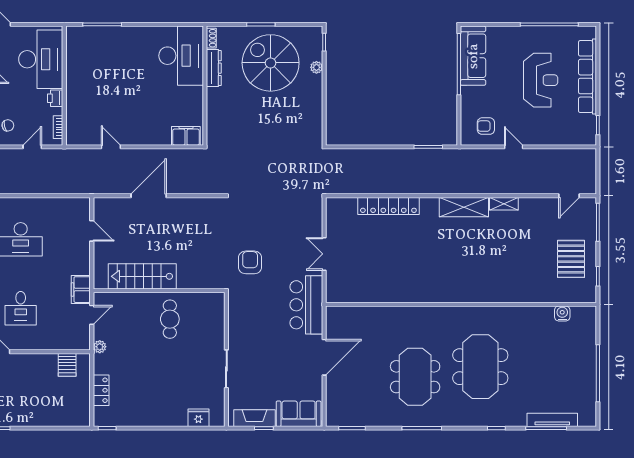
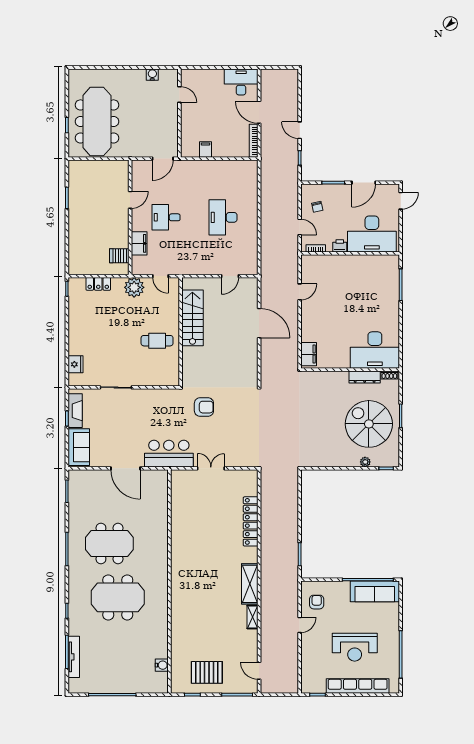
spiral stairs: (271, 63) -> (369, 424), turned -90
filing cabinet: (81, 290) -> (139, 243), moved, turned 90
plant: (100, 347) -> (134, 287), width x1.88, depth x1.88

